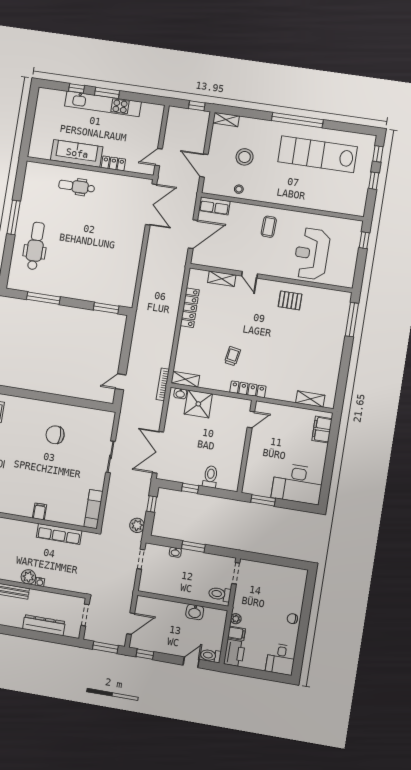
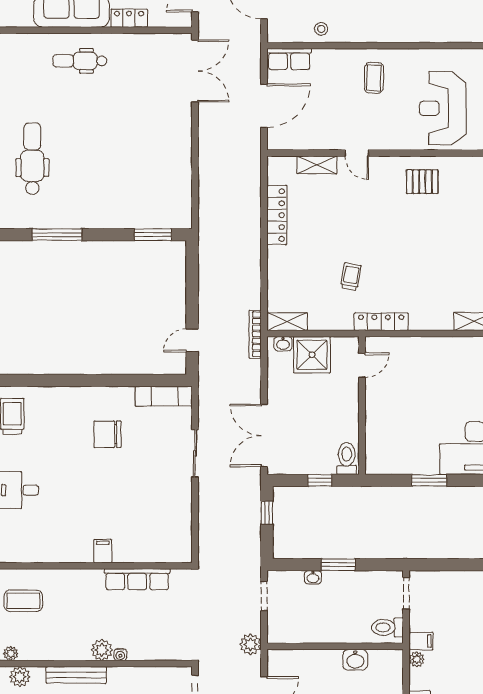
door: (251, 419) -> (362, 365), moved
wall: (247, 446) -> (362, 405), moved
exam couch: (93, 509) -> (164, 396), moved, turned -90
plant: (137, 525) -> (250, 644), moved
filing cabinet: (236, 633) -> (421, 641), moved

